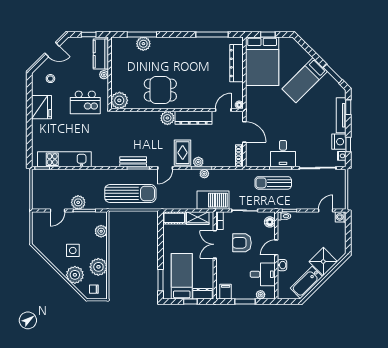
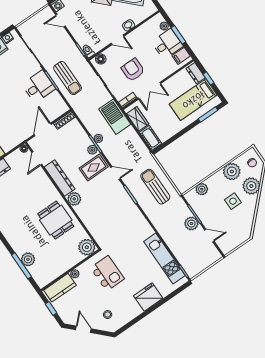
fridge: (41, 107) -> (148, 297), moved
door: (223, 110) -> (37, 158), hinge flipped
bench: (133, 162) -> (128, 202), removed
sun lounger: (130, 193) -> (155, 187), width x0.73, depth x0.75
armchair: (242, 243) -> (133, 70), turned 180
desk: (263, 274) -> (167, 44), moved, turned 90

